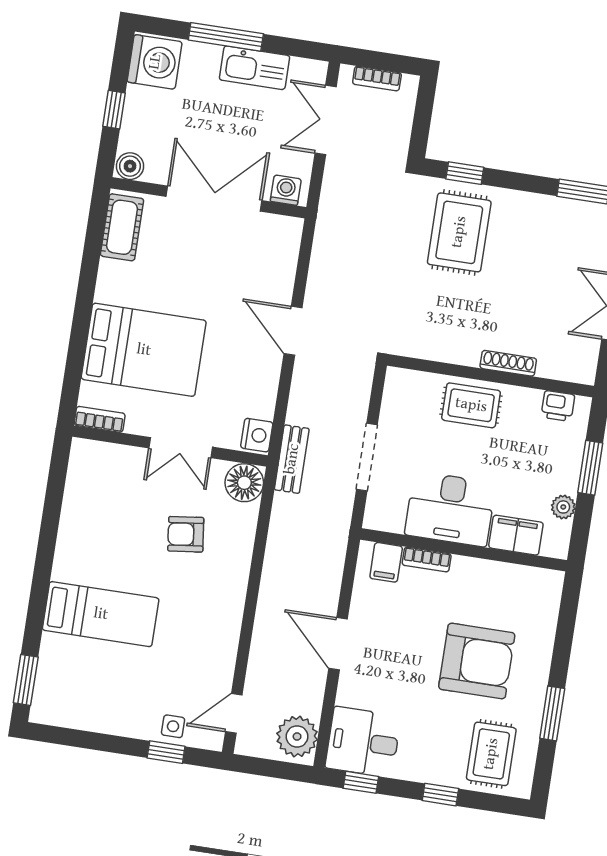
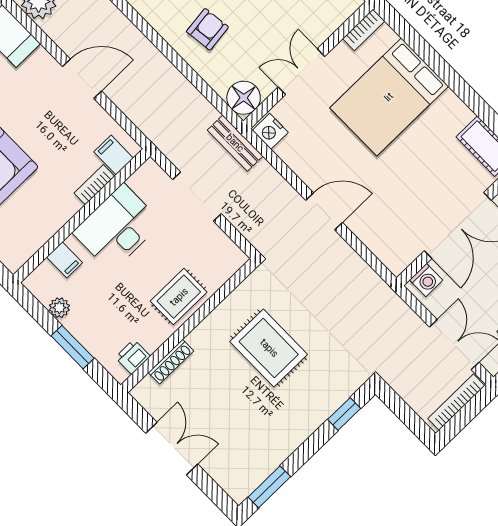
bookcase: (377, 78) -> (456, 402), width x1.56
rug: (459, 232) -> (269, 348), moved
shoe rack: (508, 363) -> (171, 362), moved
armchair: (186, 534) -> (207, 29), moved
filing cabinet: (516, 535) -> (65, 260), width x0.50

